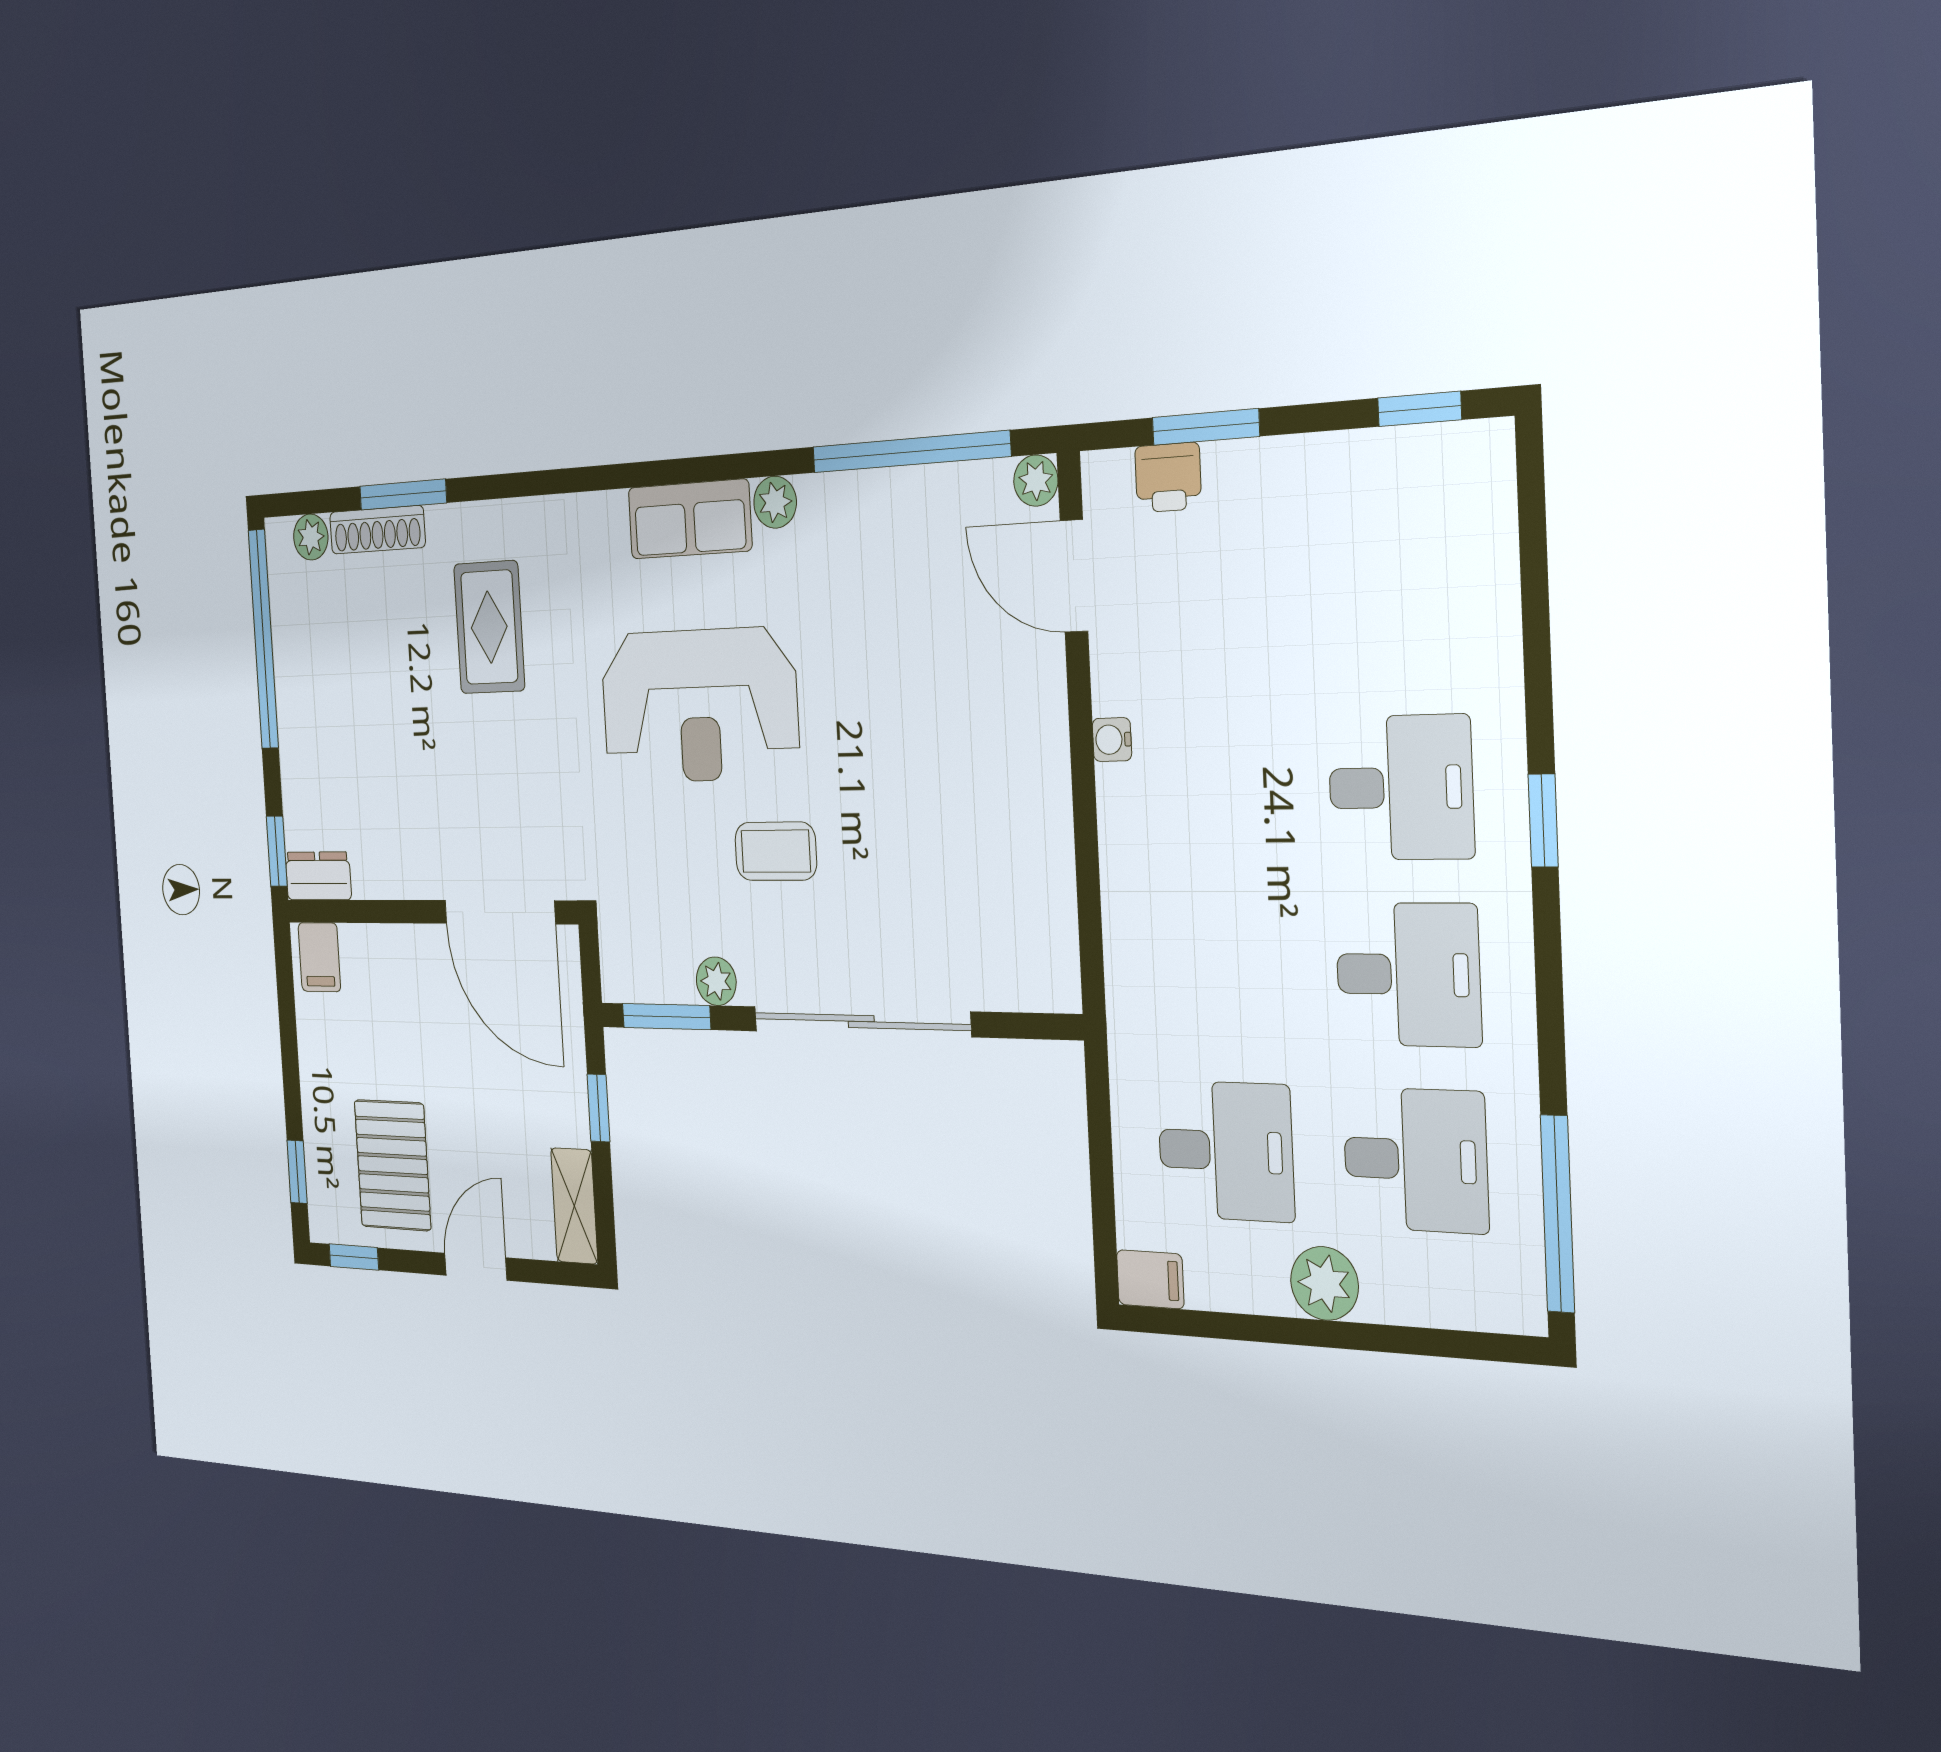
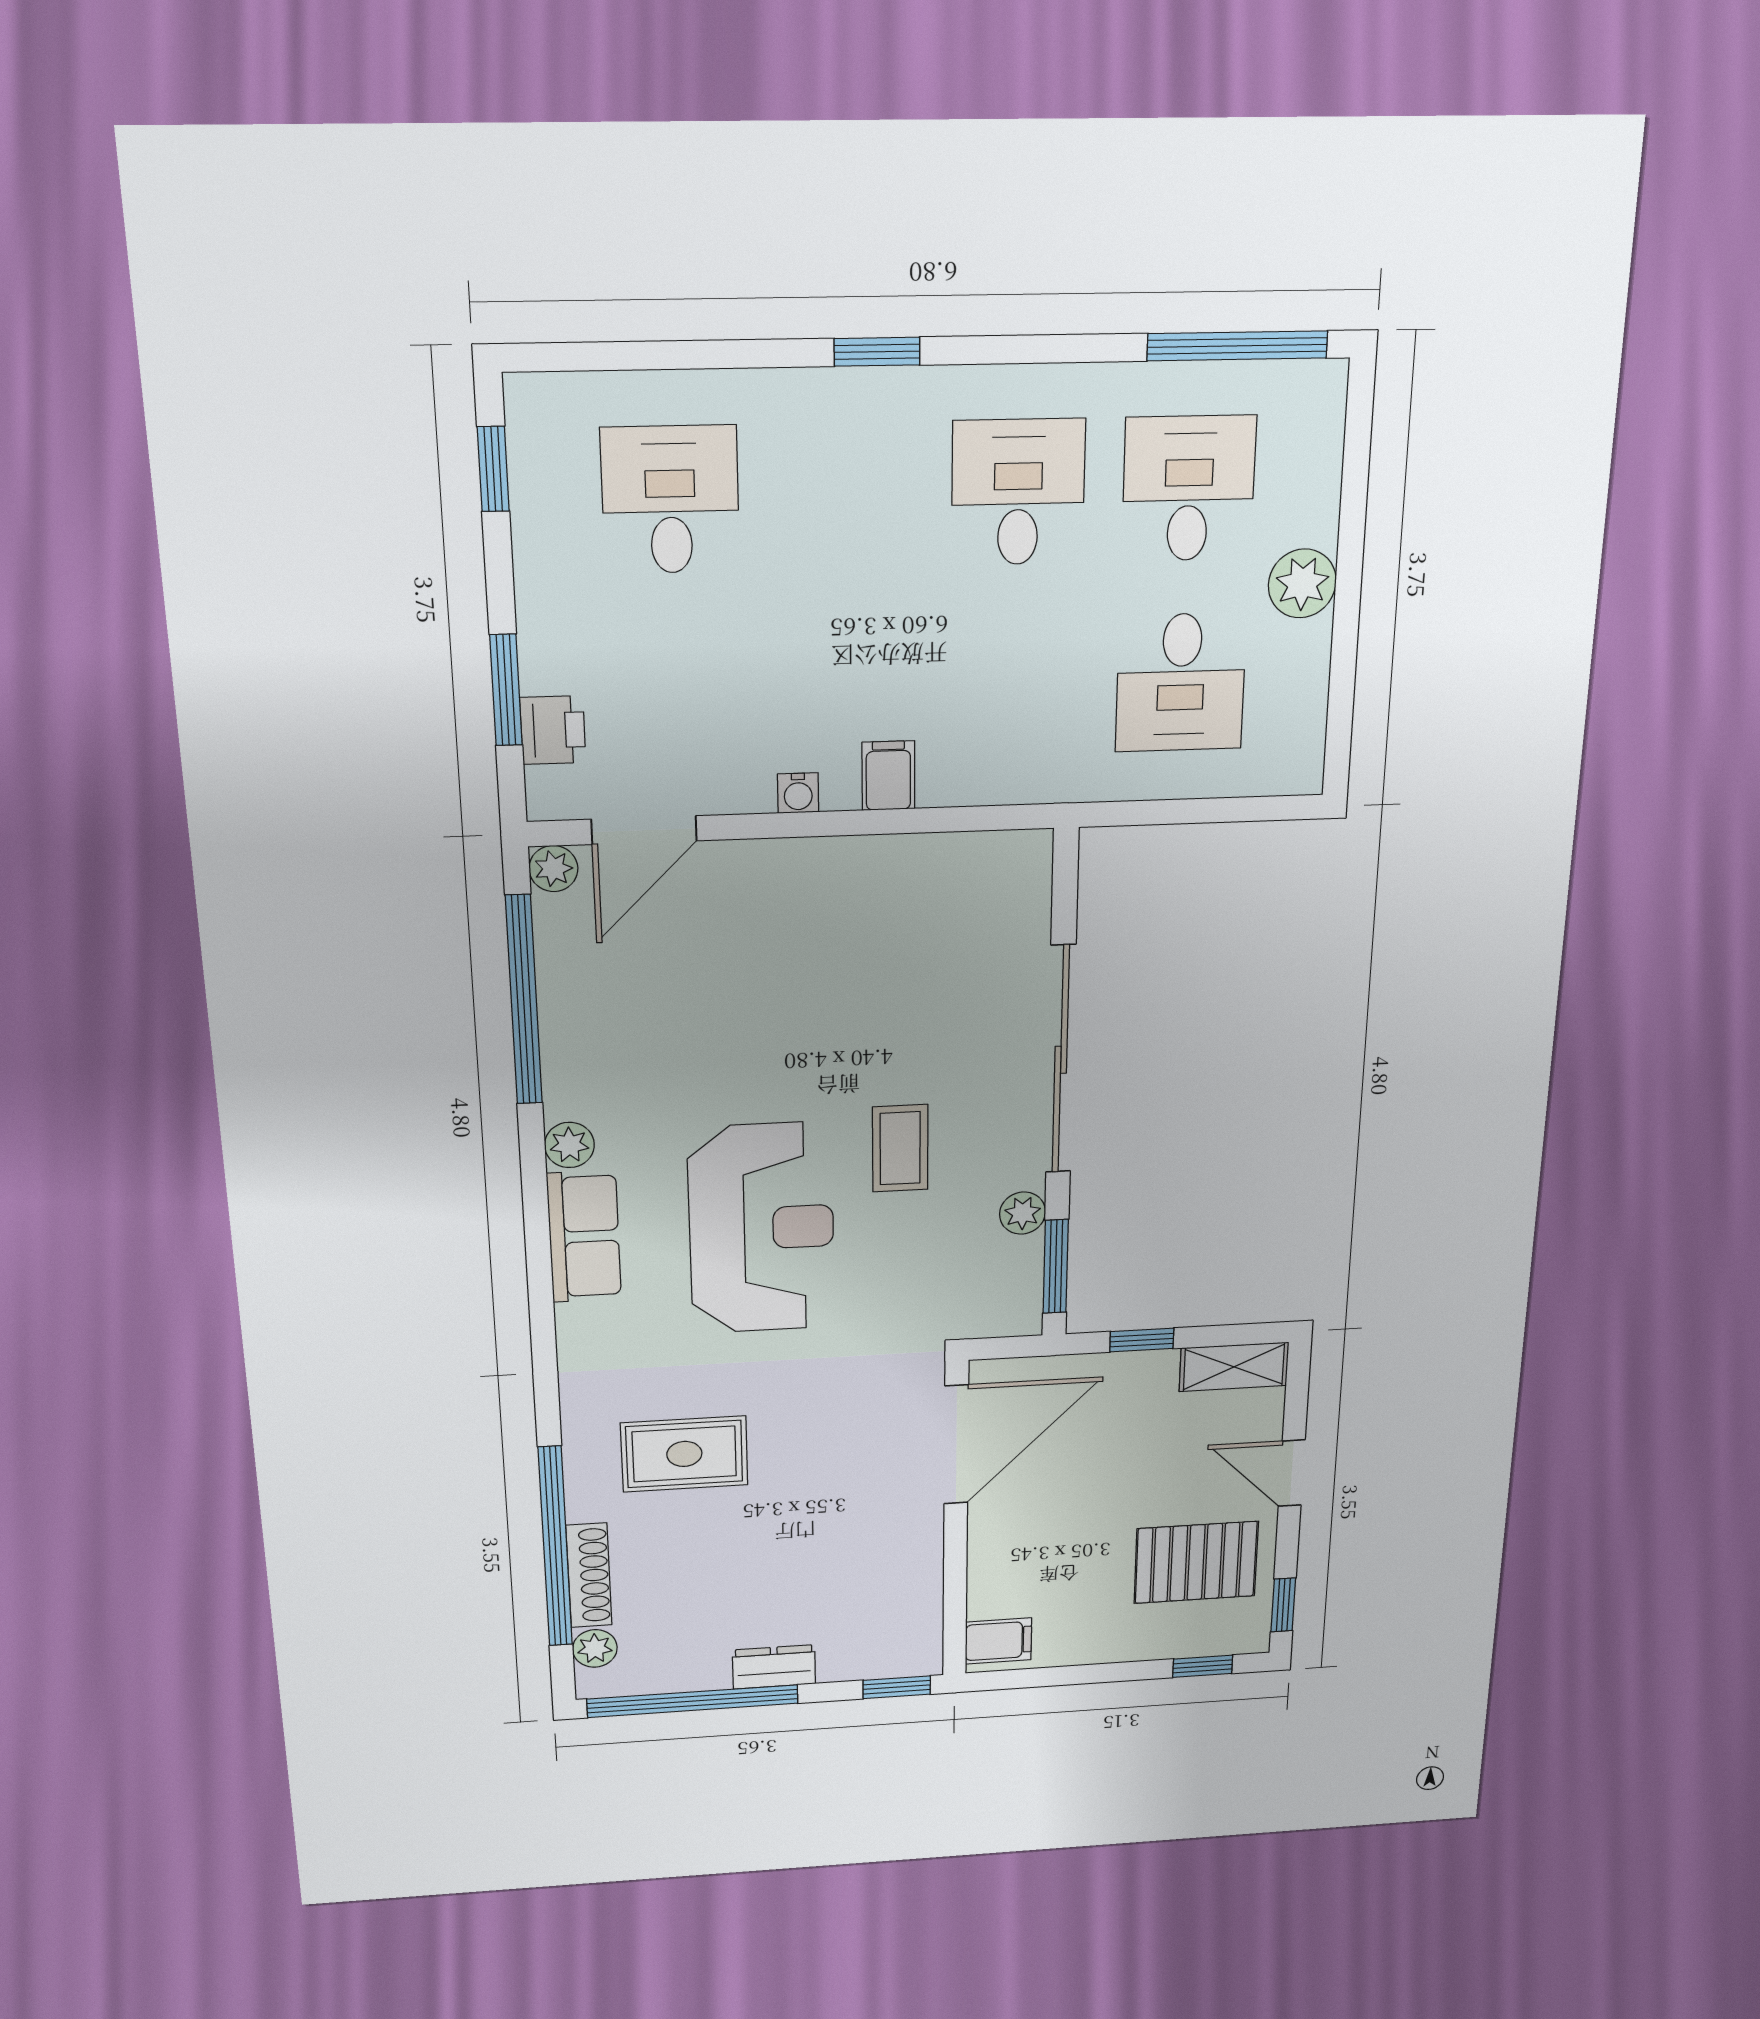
window: (403, 494) -> (555, 1547), width x2.11
desk: (1401, 788) -> (670, 500), moved
dresser: (318, 876) -> (774, 1667), moved, turned 90
desk: (1225, 1151) -> (1181, 682), turned 180
filing cabinet: (1150, 1279) -> (888, 776), moved

